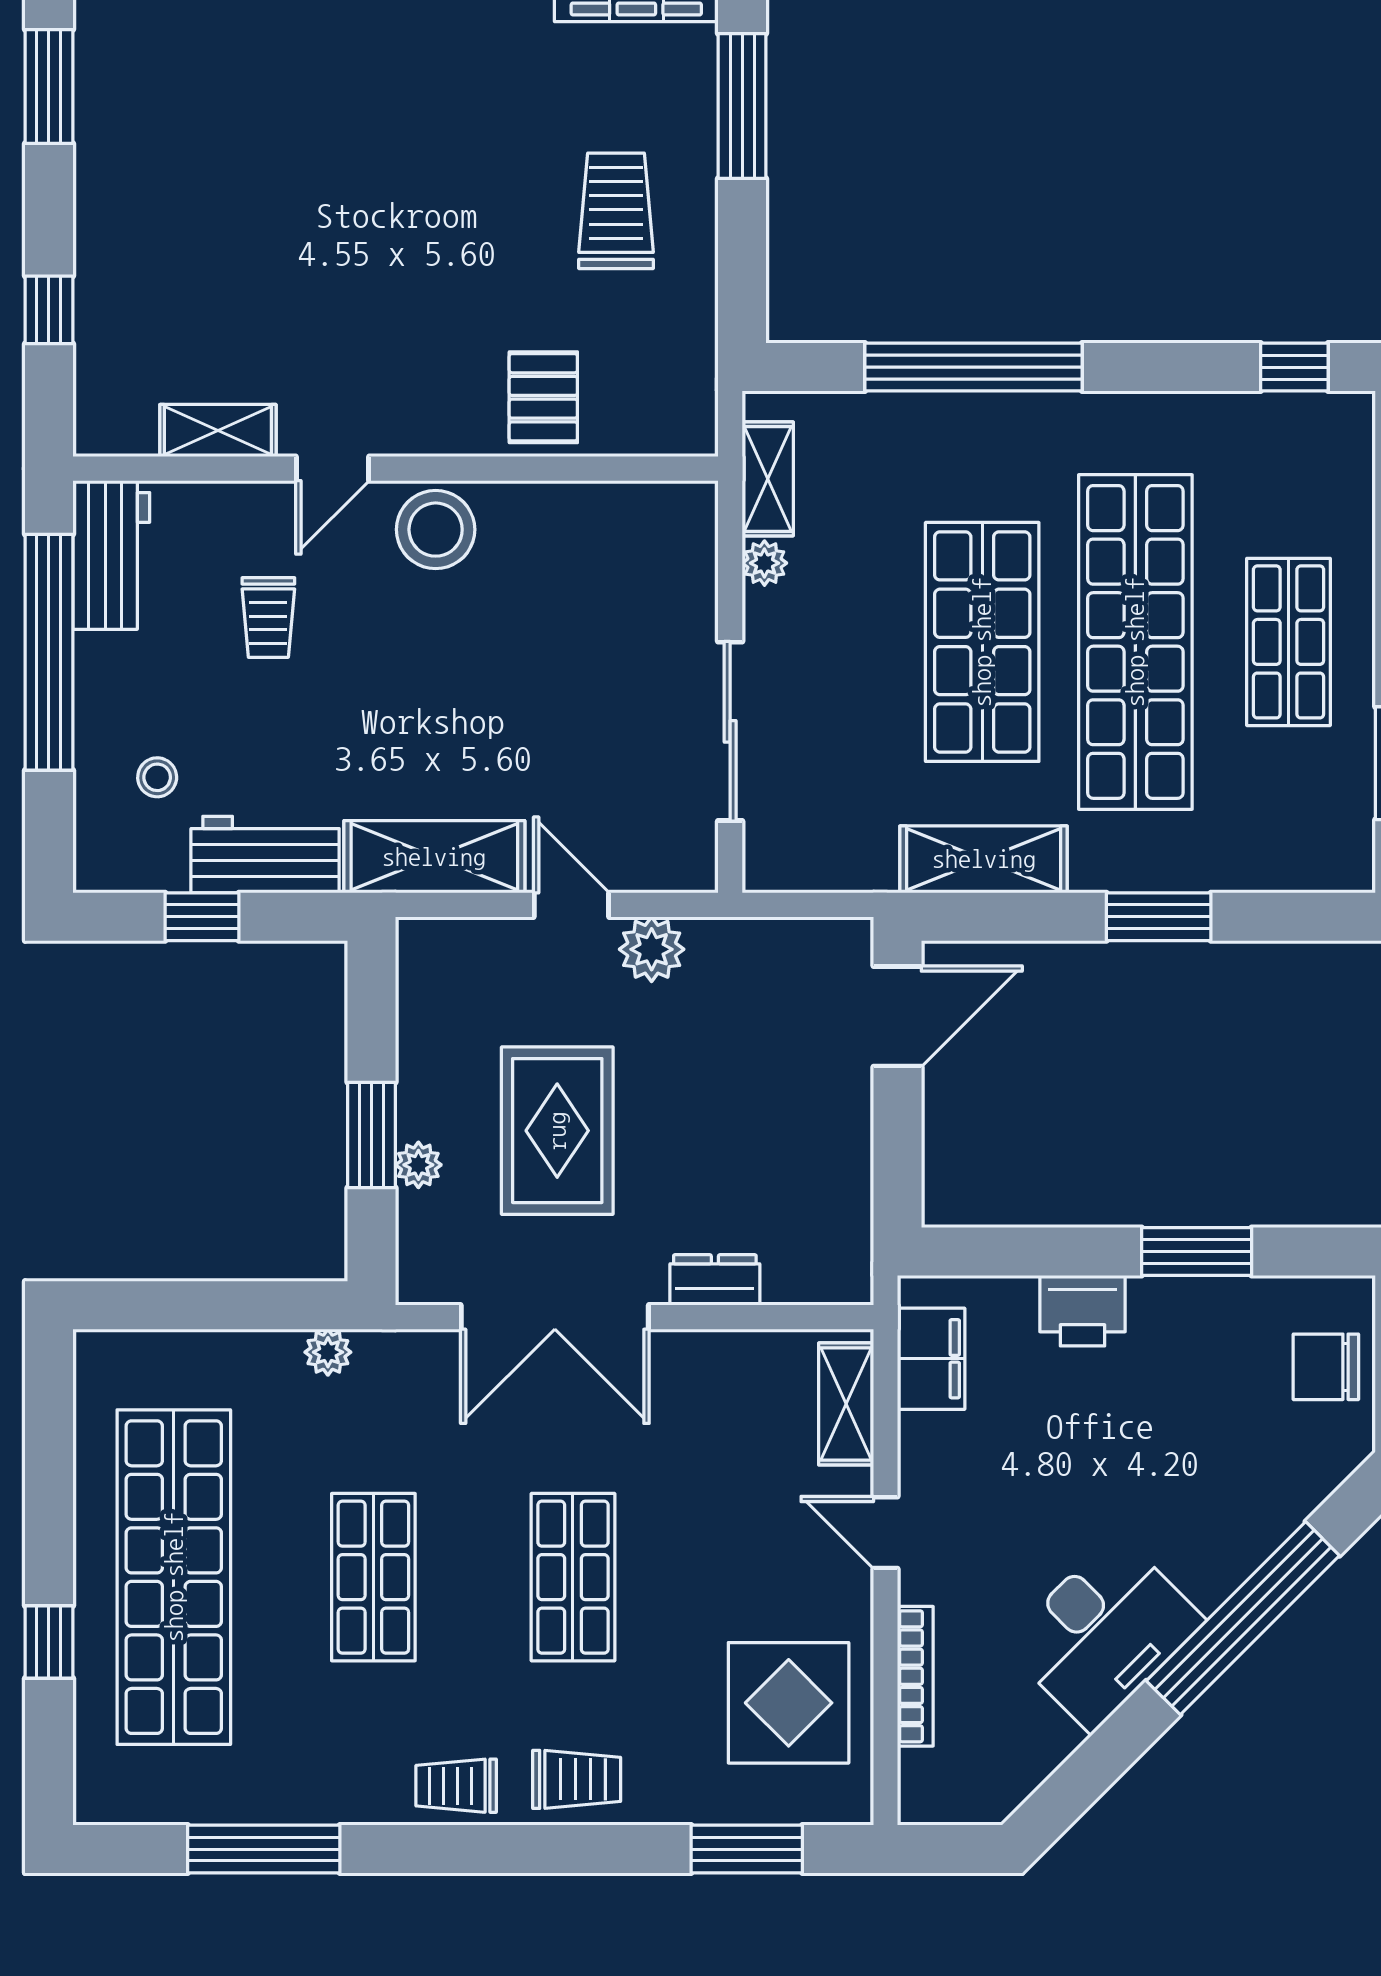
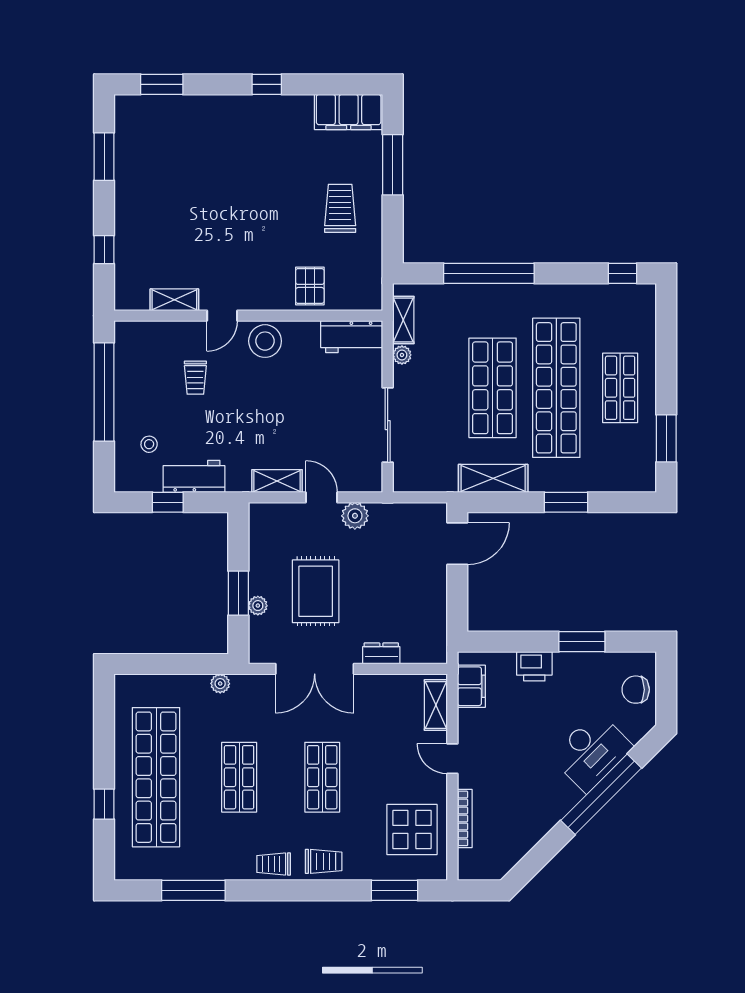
workbench: (111, 555) -> (352, 337), moved, turned 90
shelving: (434, 857) -> (277, 481), width x0.67, depth x0.75
desk: (1104, 1633) -> (592, 752), moved

